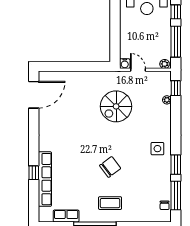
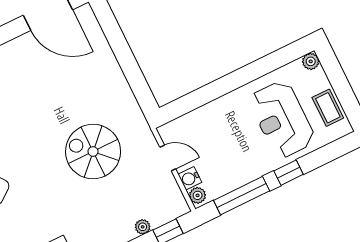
water cooler: (125, 64) -> (190, 178), moved
door: (138, 70) -> (168, 158), hinge flipped

